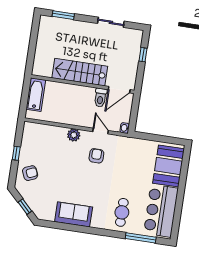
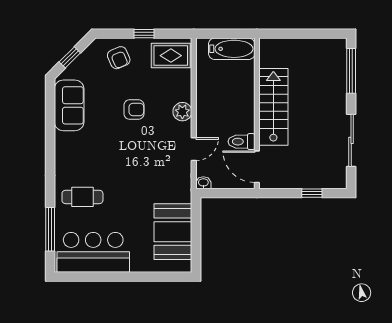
window: (63, 15) -> (351, 71), width x1.44
sliding door: (111, 22) -> (351, 140), width x1.37
rug: (34, 137) -> (171, 56), added
armchair: (96, 156) -> (134, 109), moved
booth: (169, 166) -> (173, 232), moved, turned 90
sofa: (74, 214) -> (69, 105), moved

